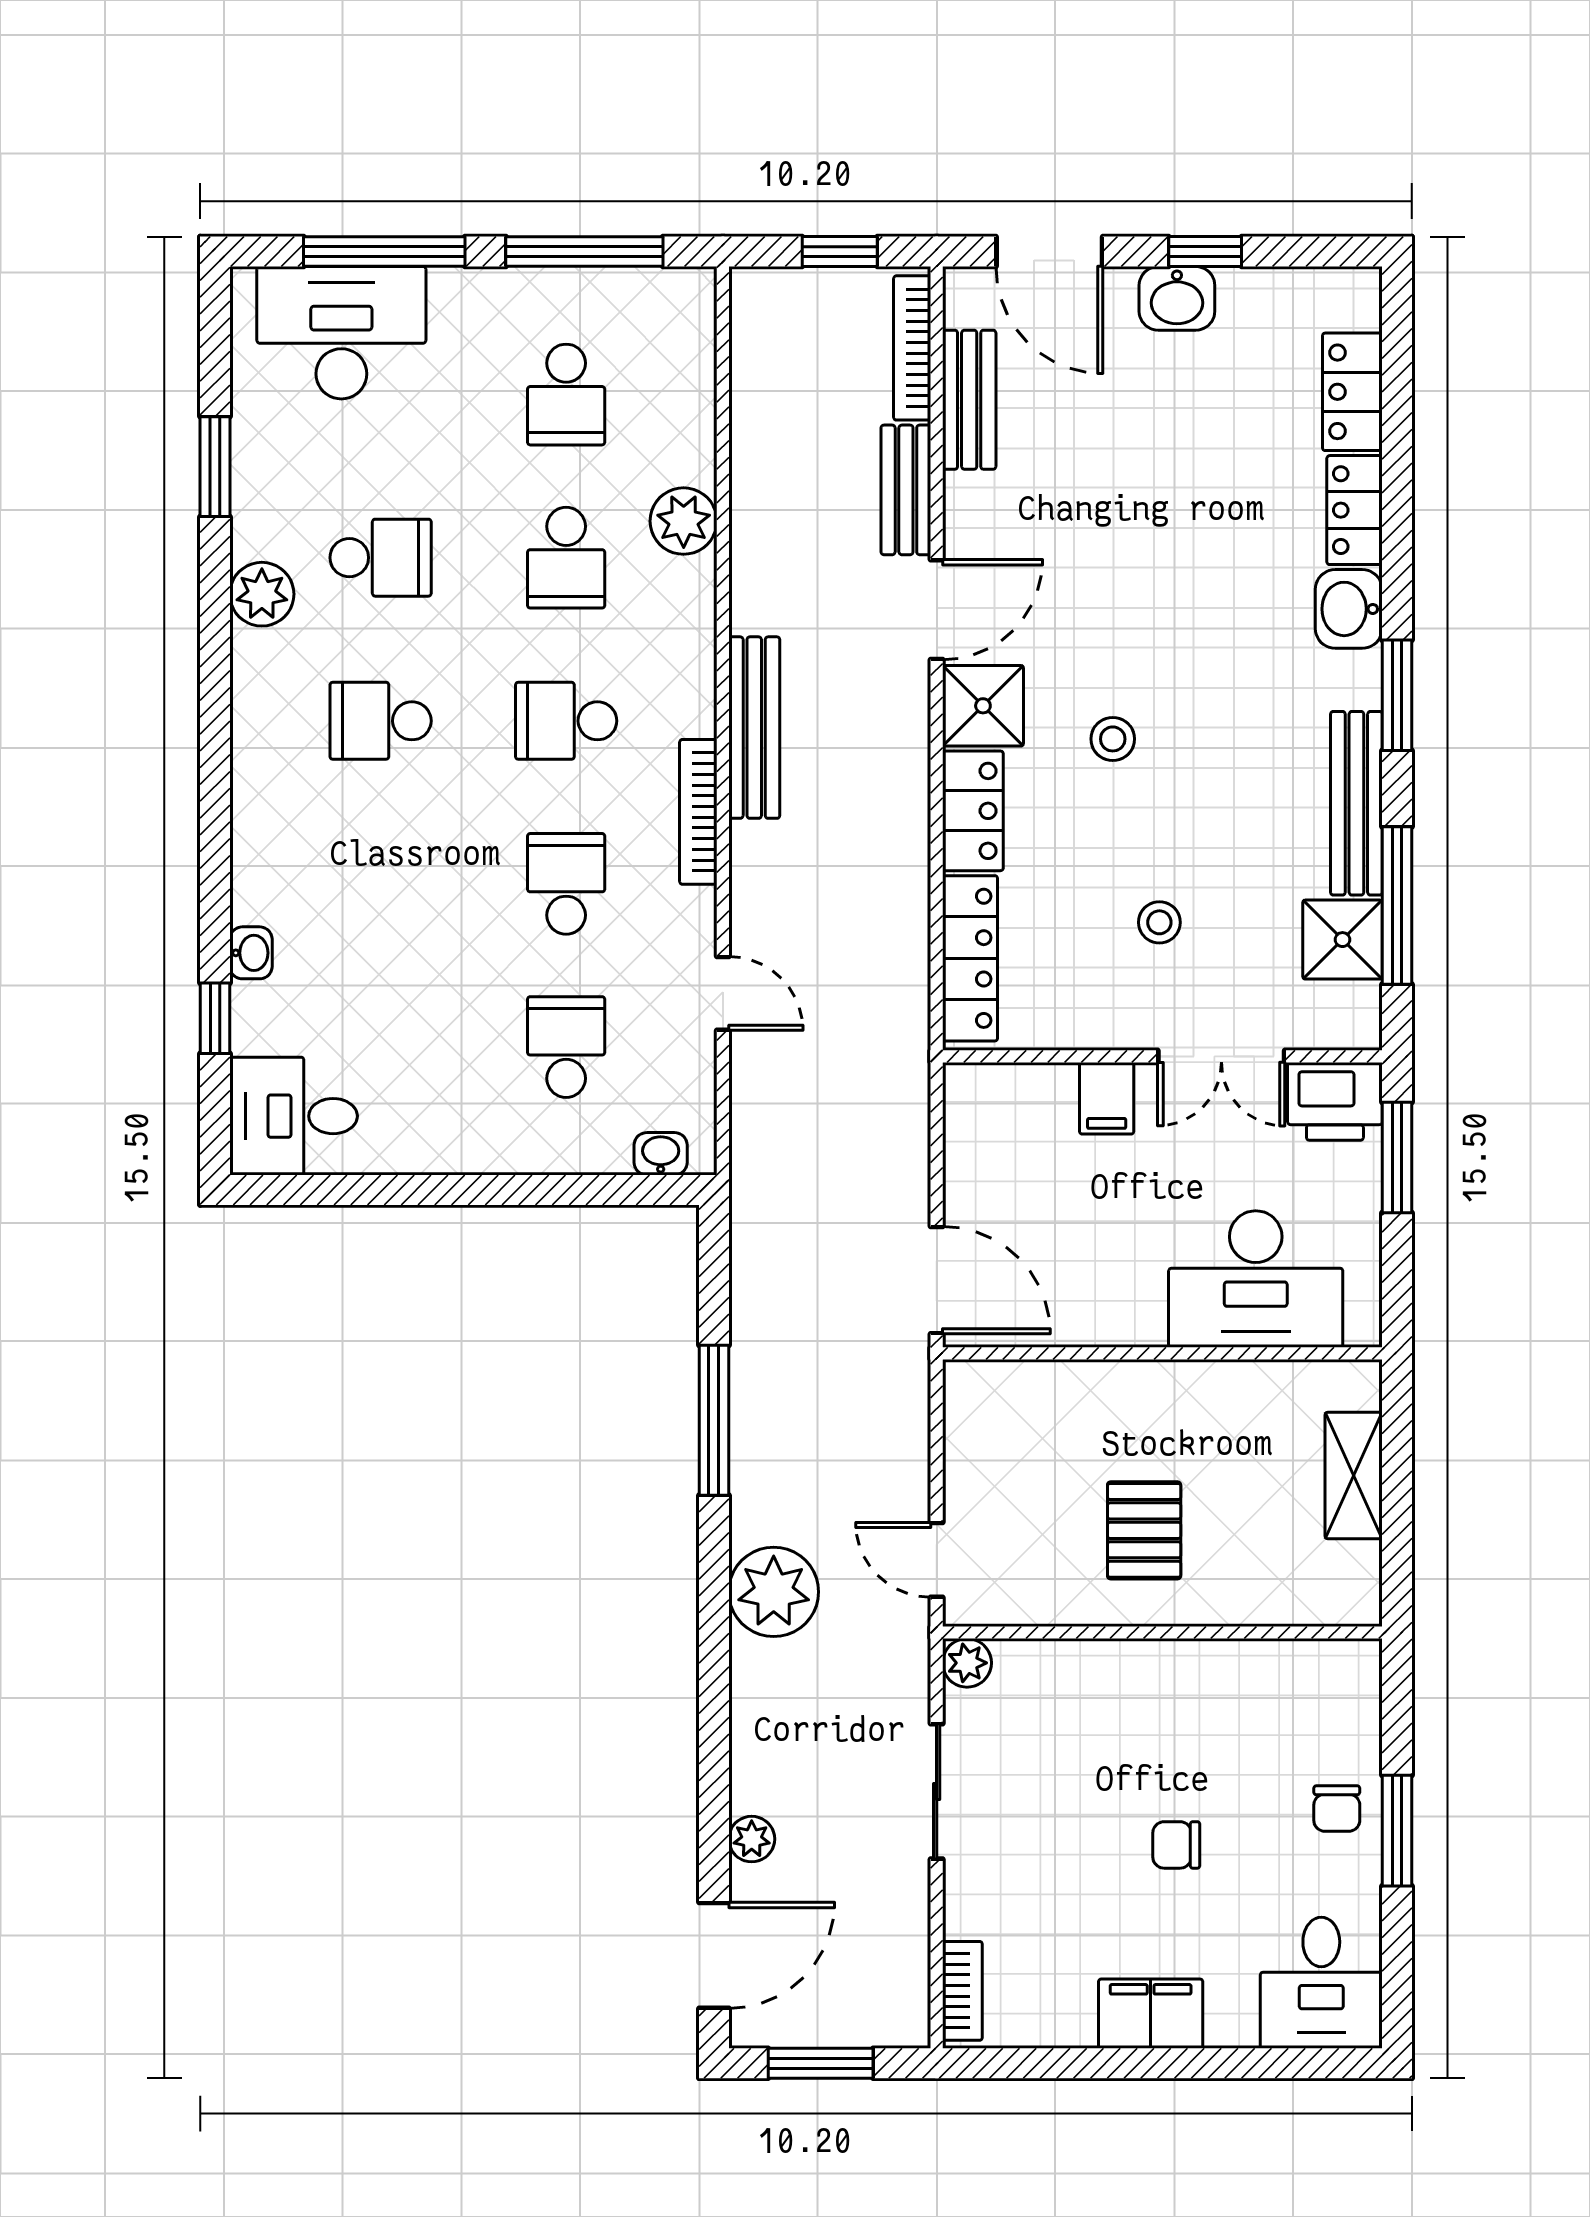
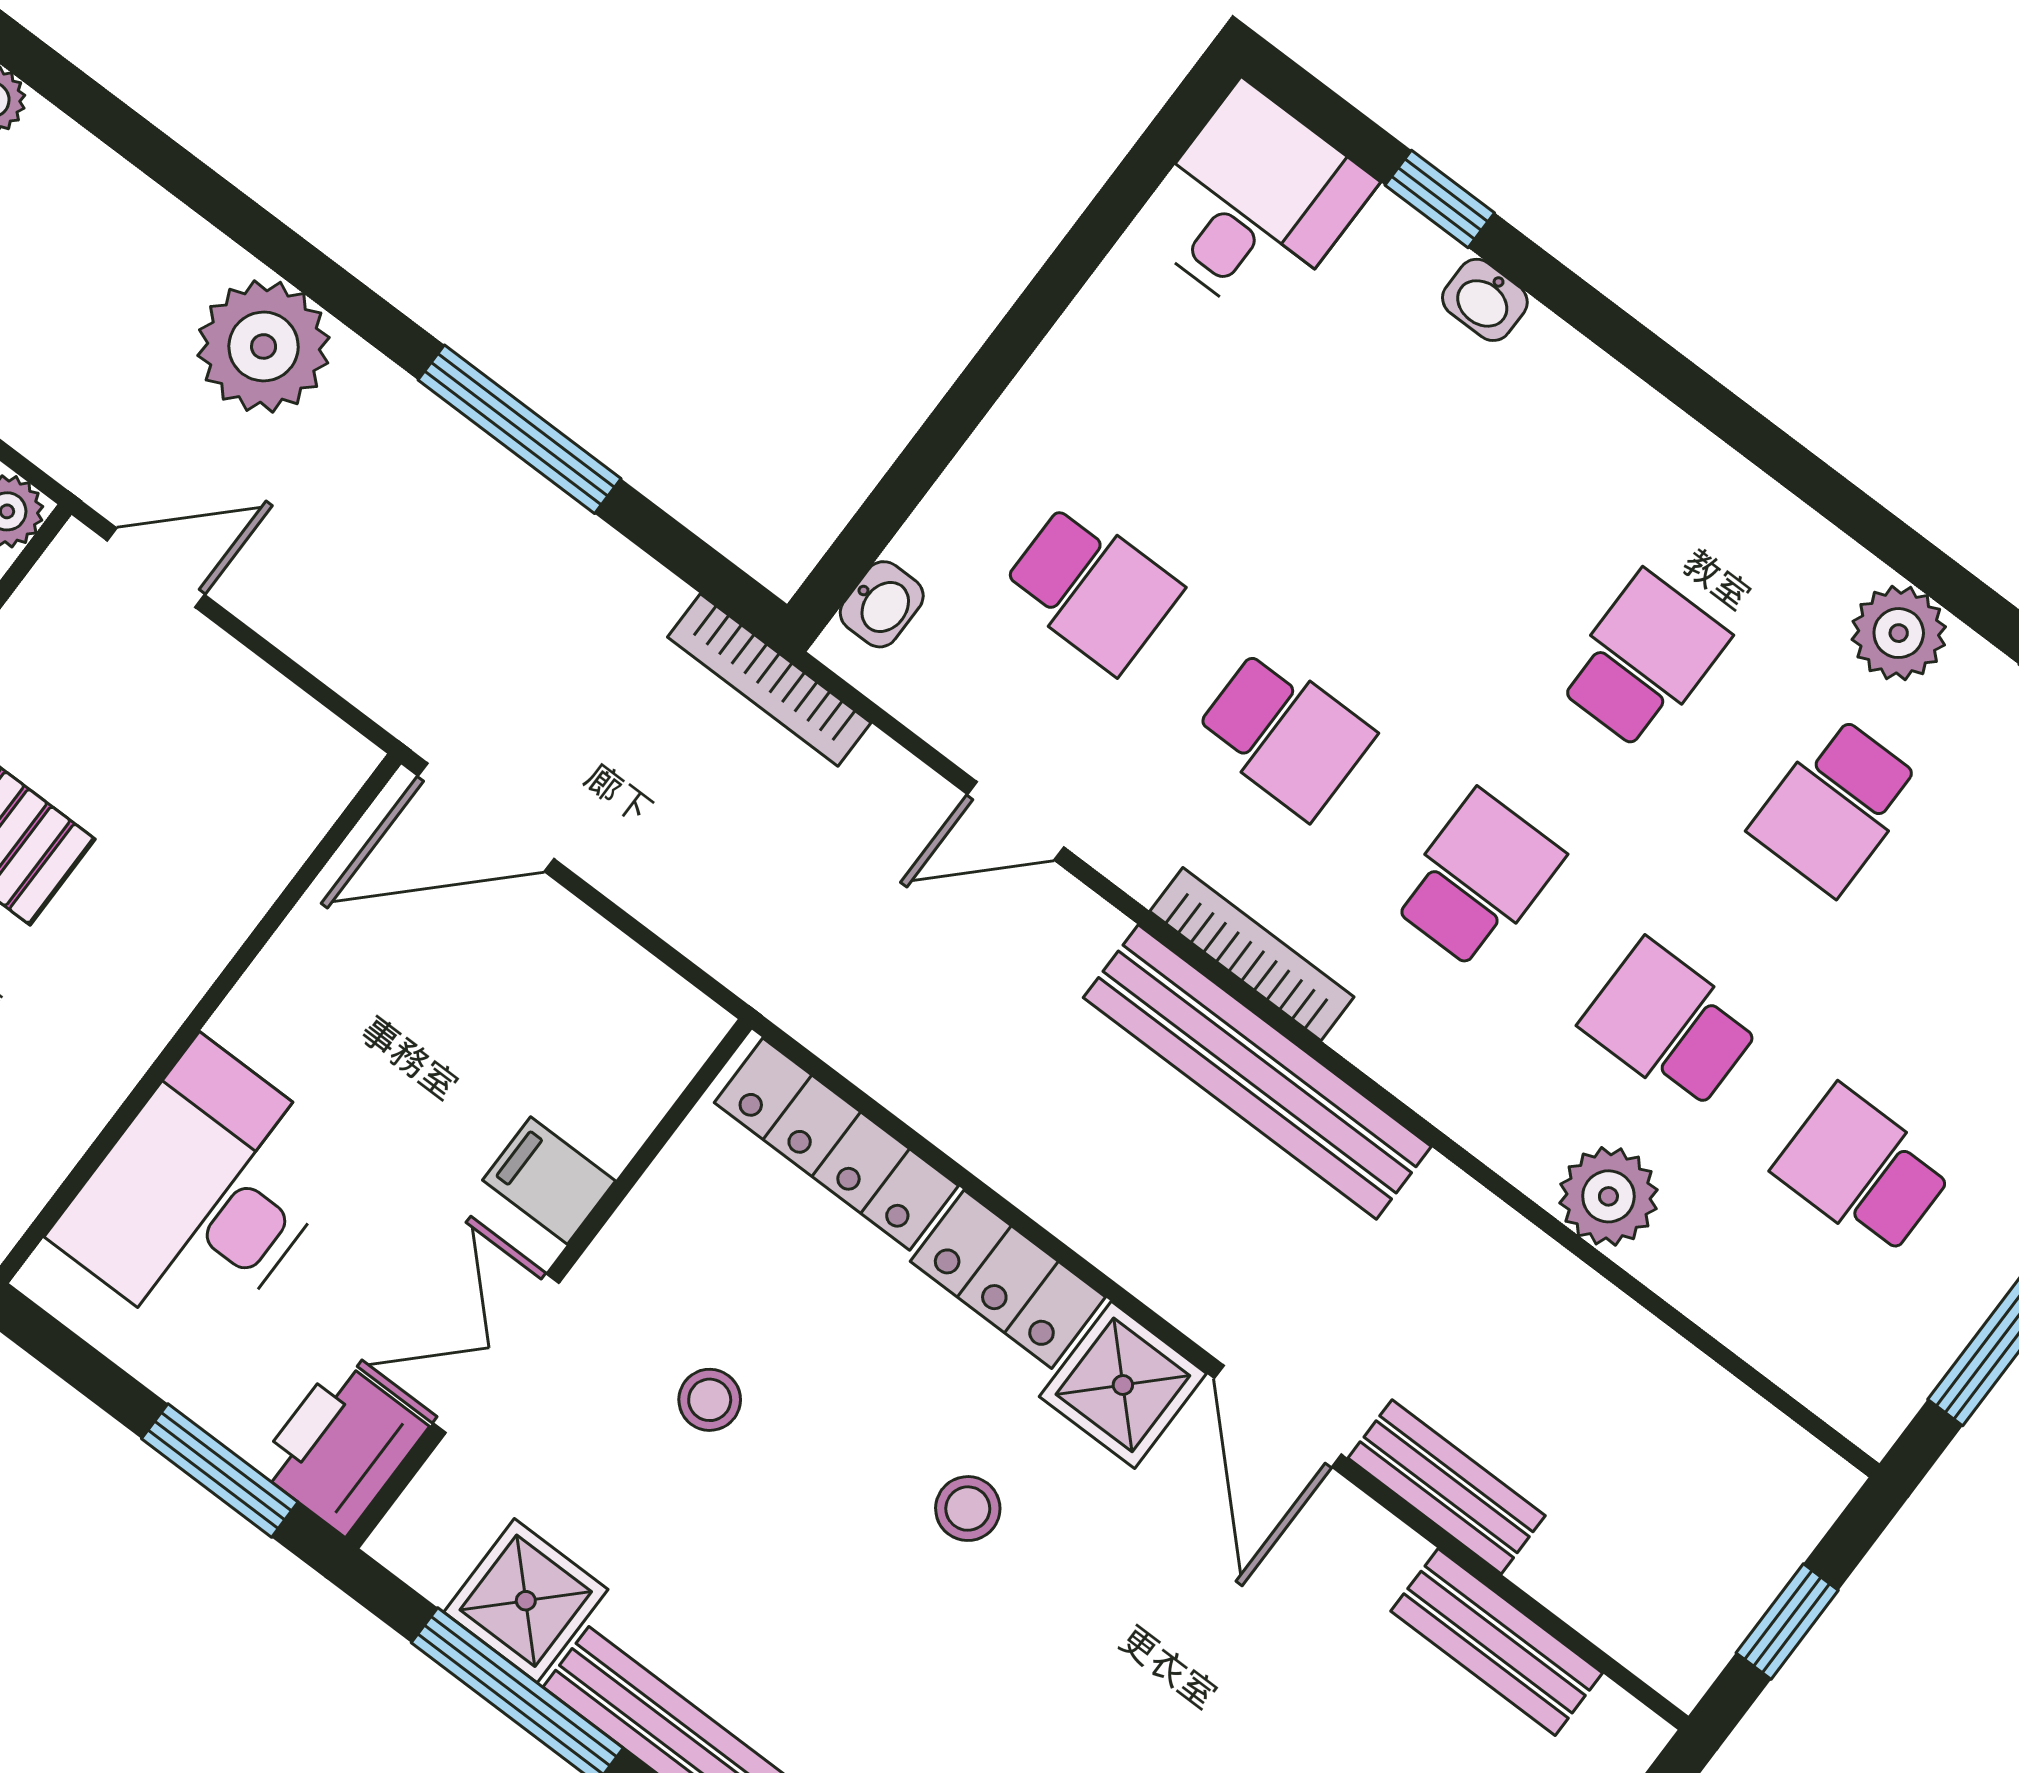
bookcase: (912, 348) -> (769, 680), moved, turned 180
bench: (754, 728) -> (1257, 1072), width x1.37, depth x1.21

